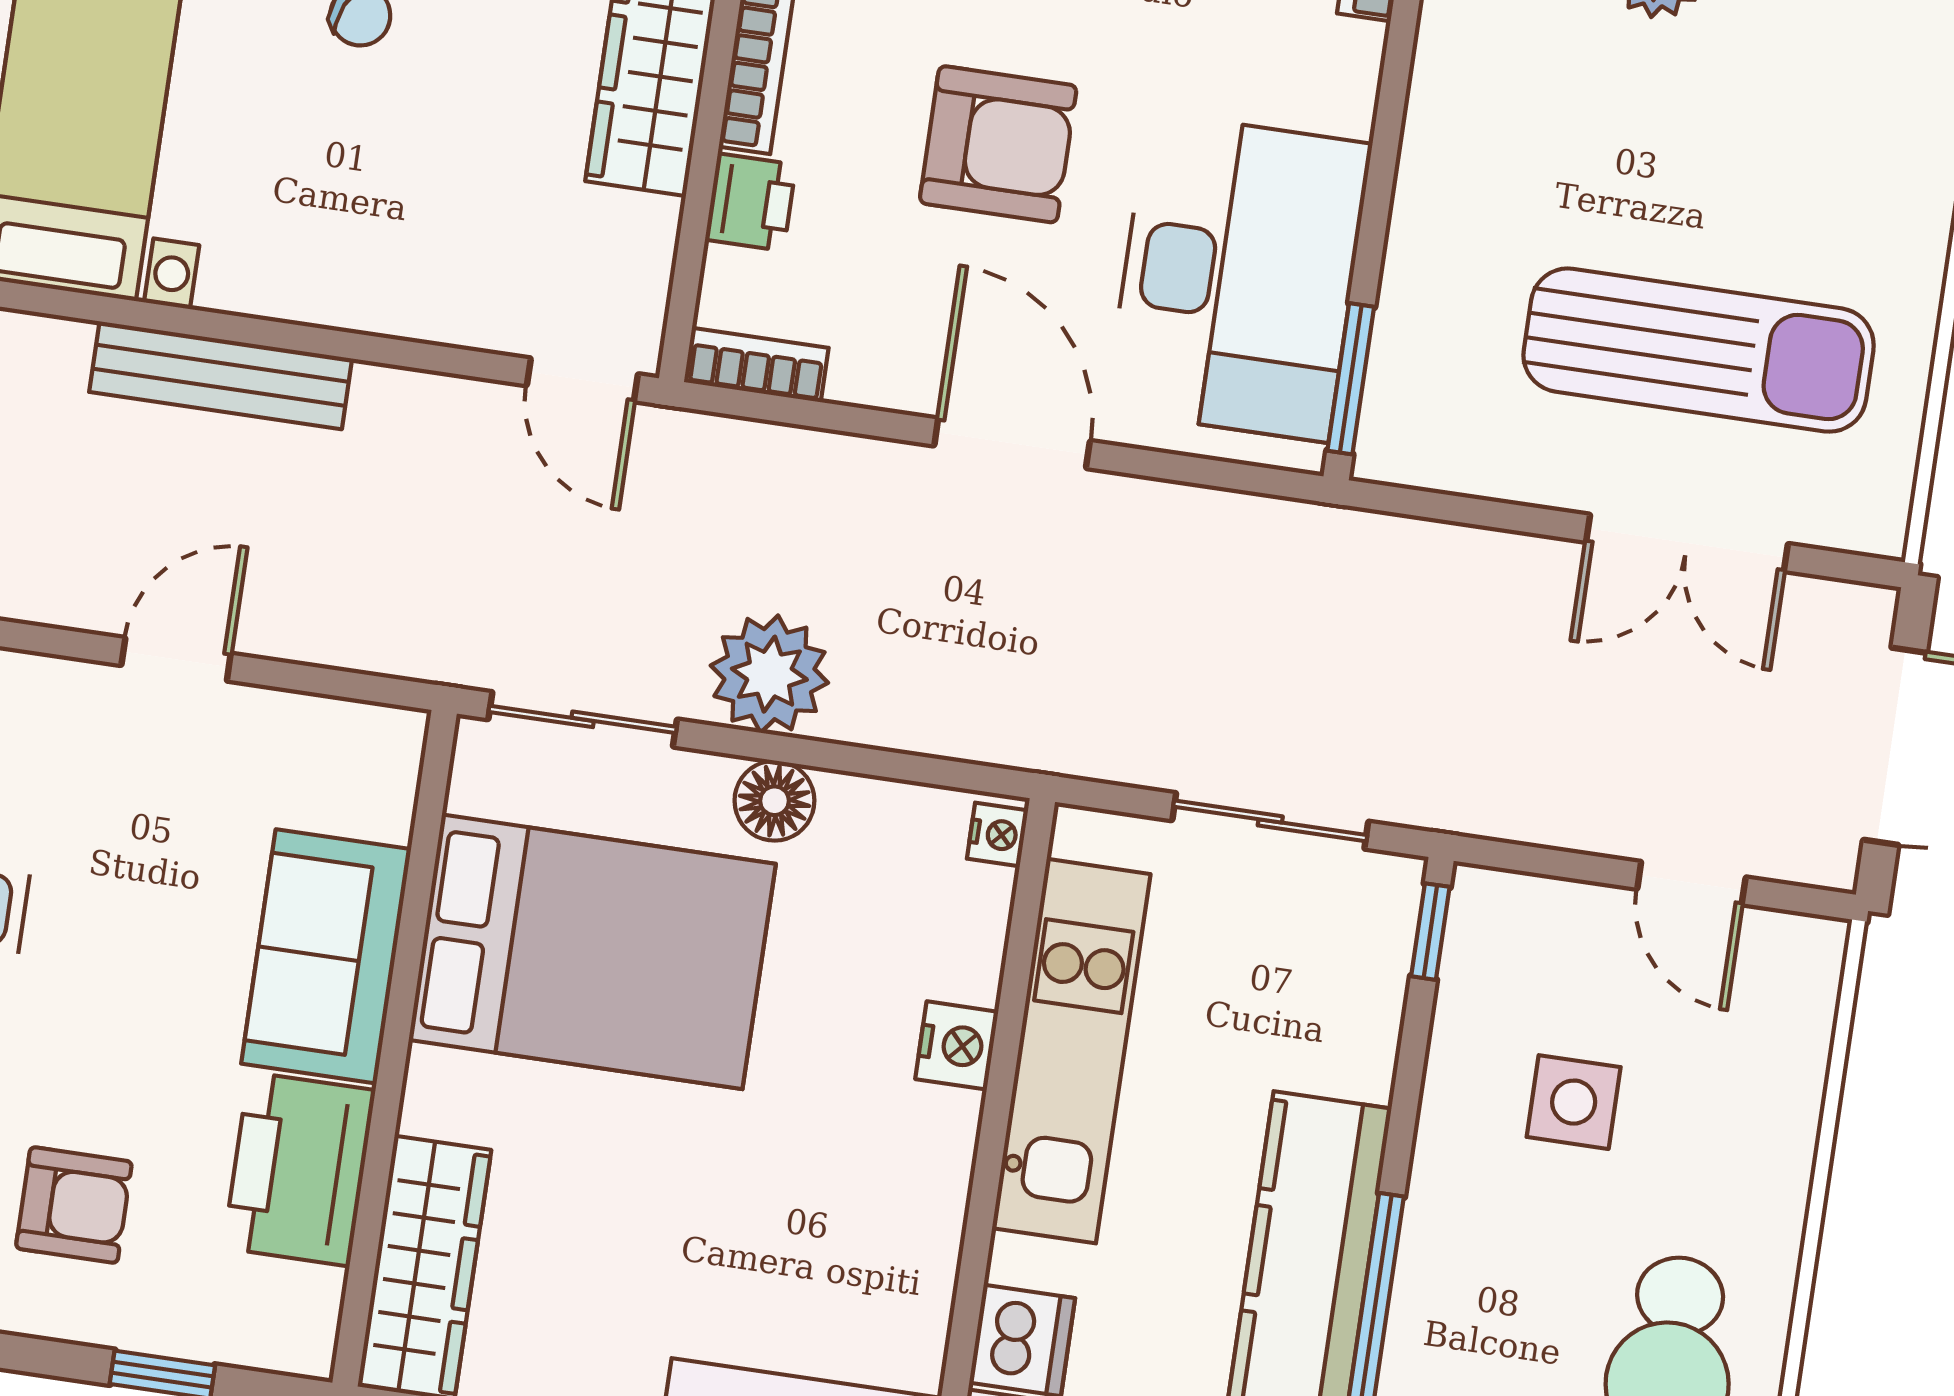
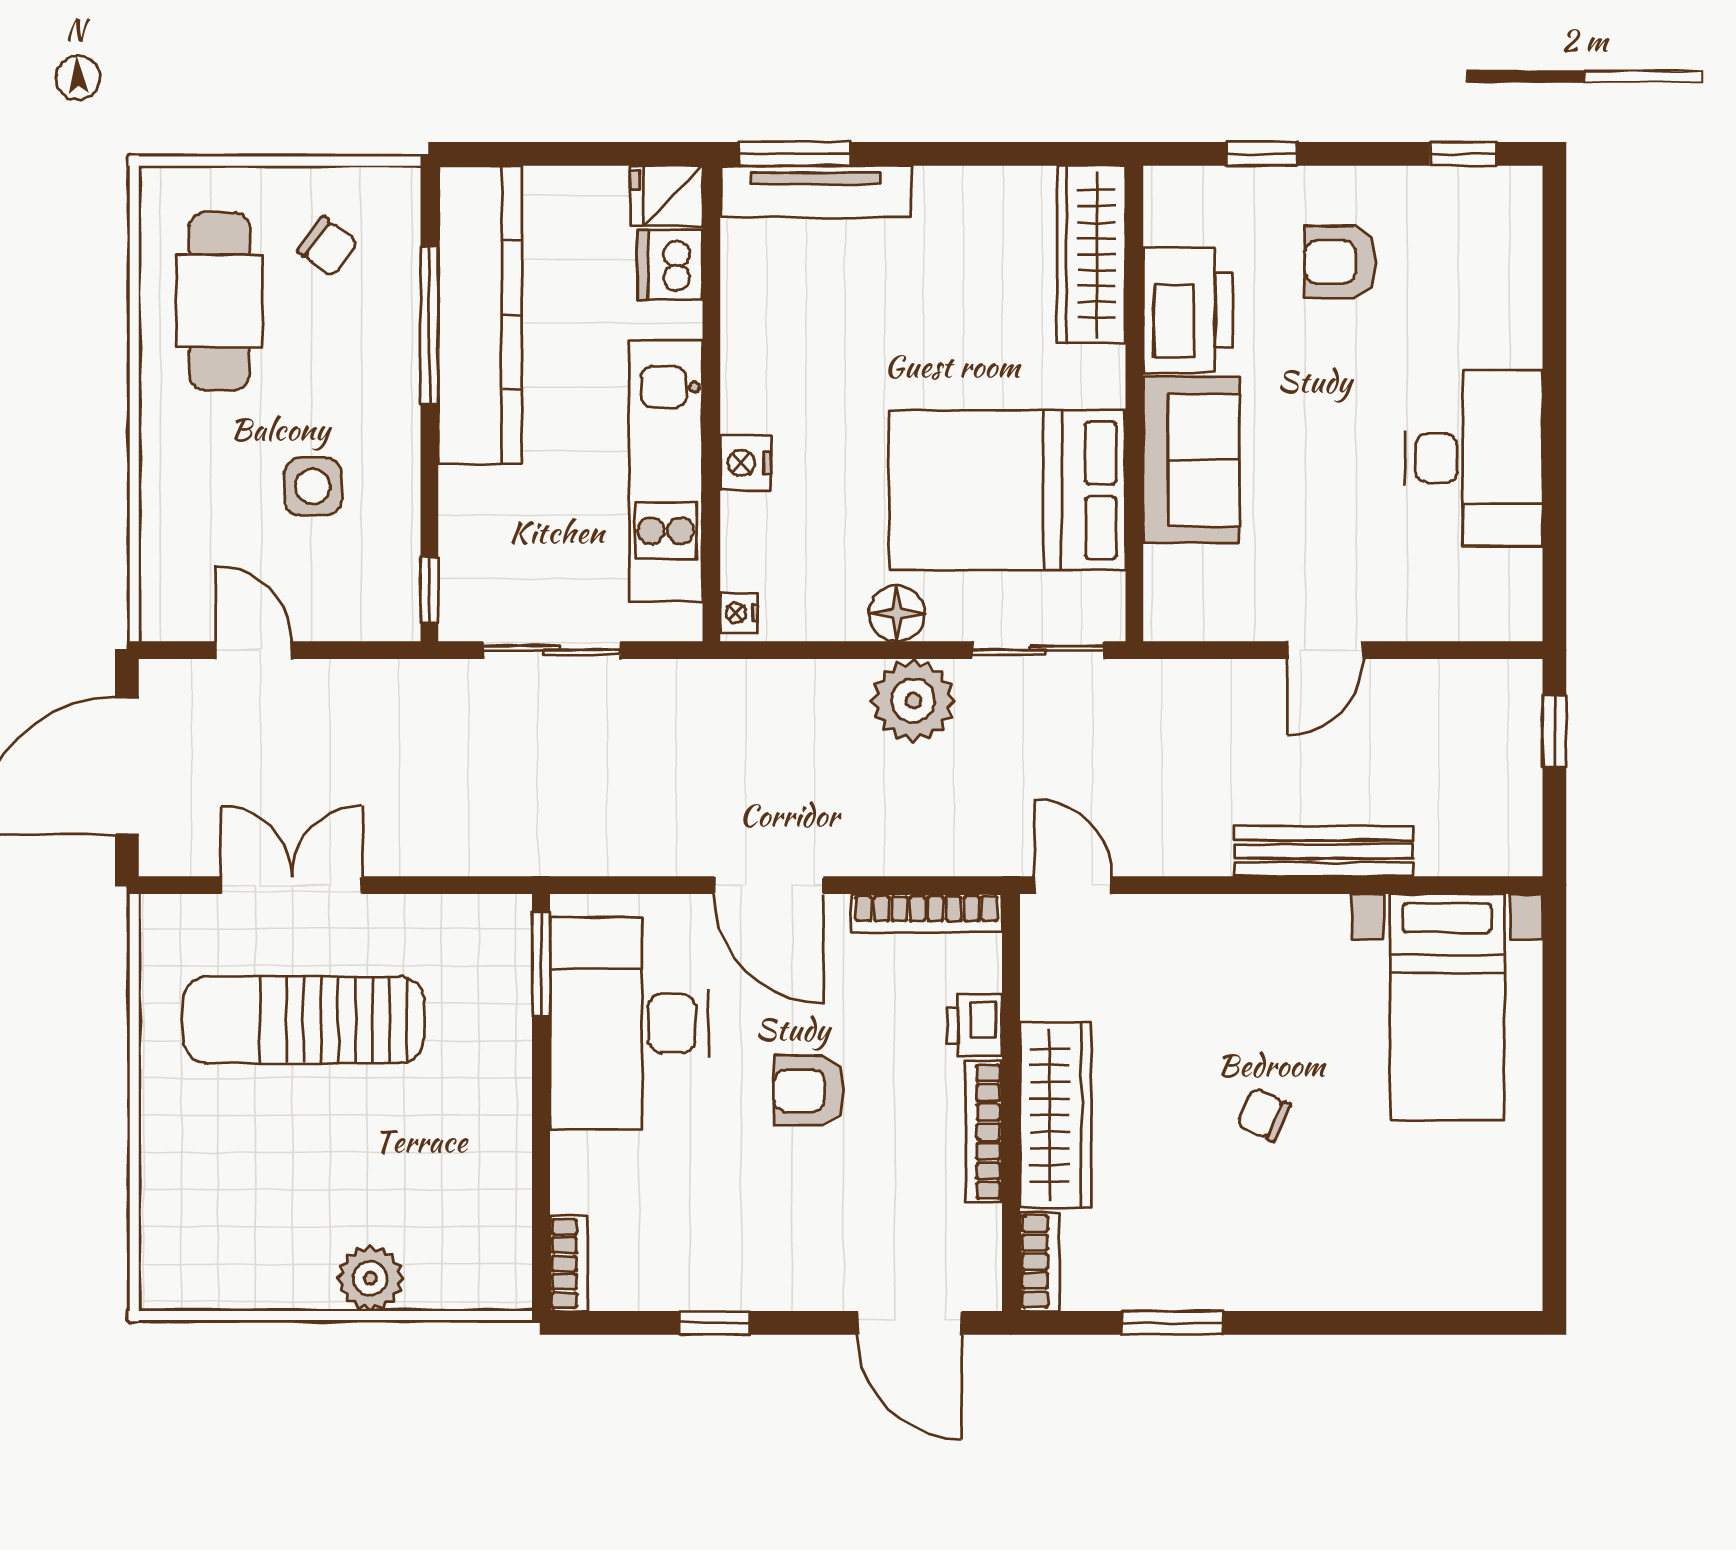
armchair: (998, 144) -> (809, 1091), width x0.72, depth x0.72
bookcase: (757, 365) -> (927, 913), width x1.56

